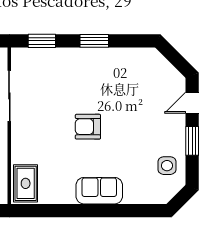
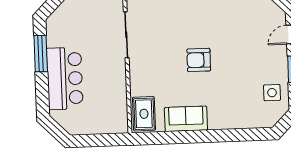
sofa: (99, 191) -> (186, 119), moved

